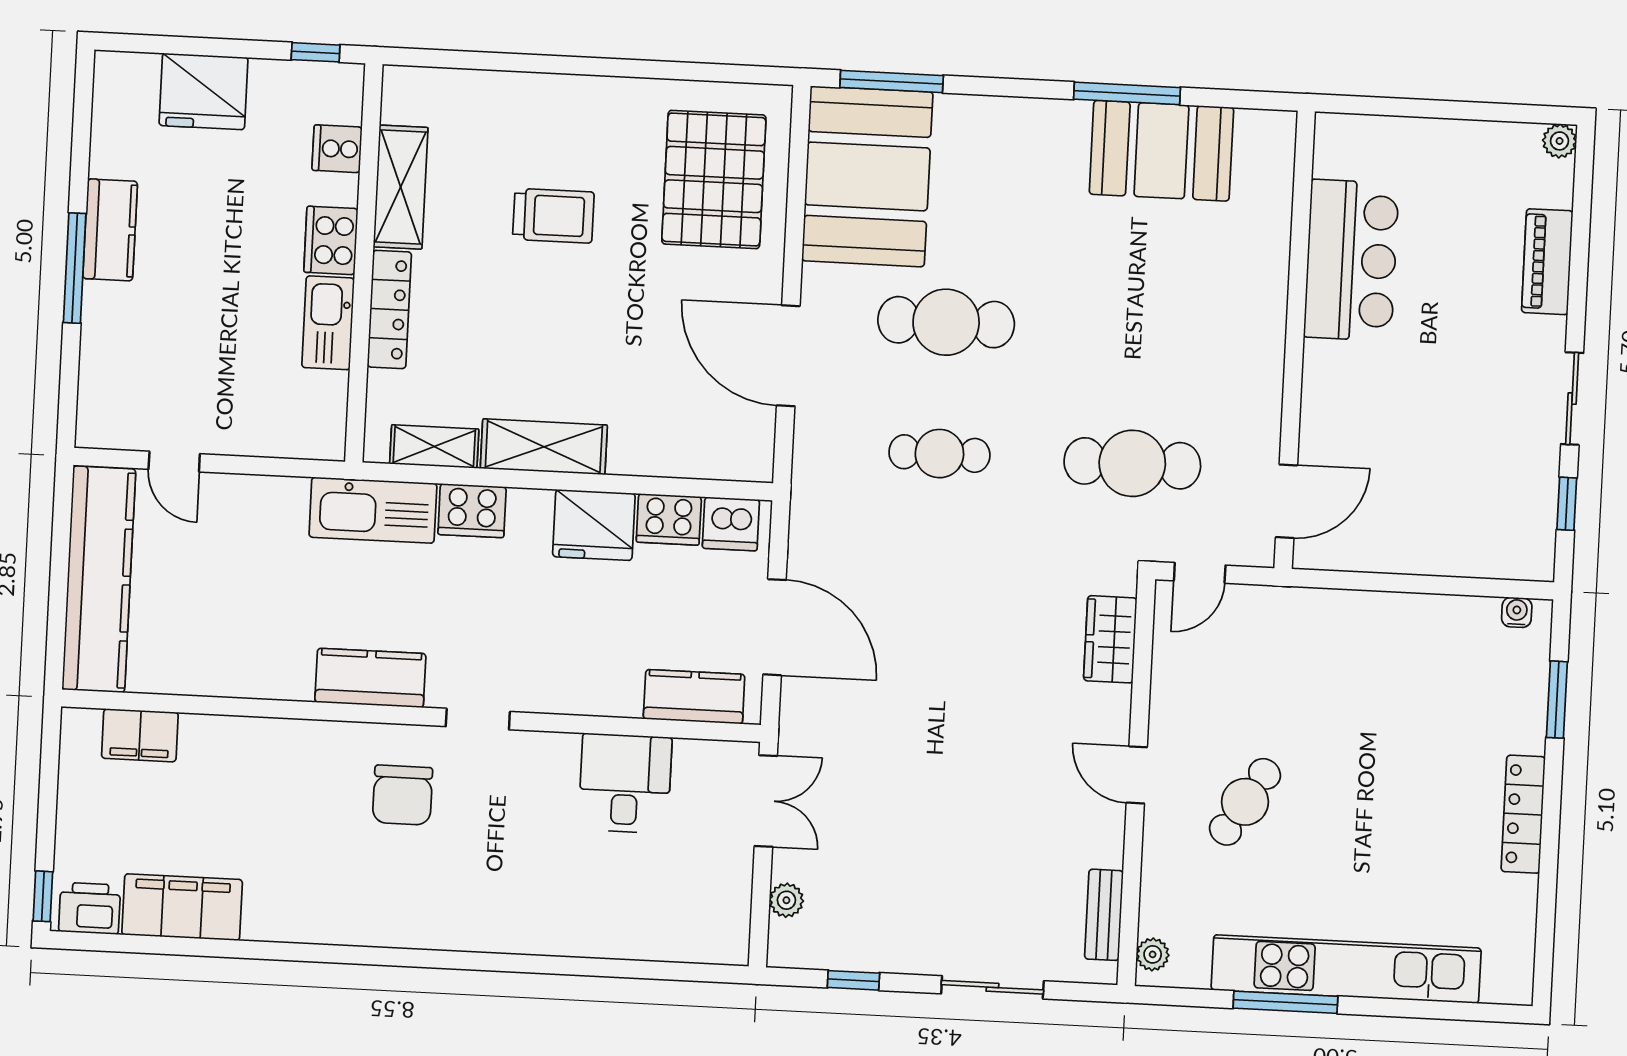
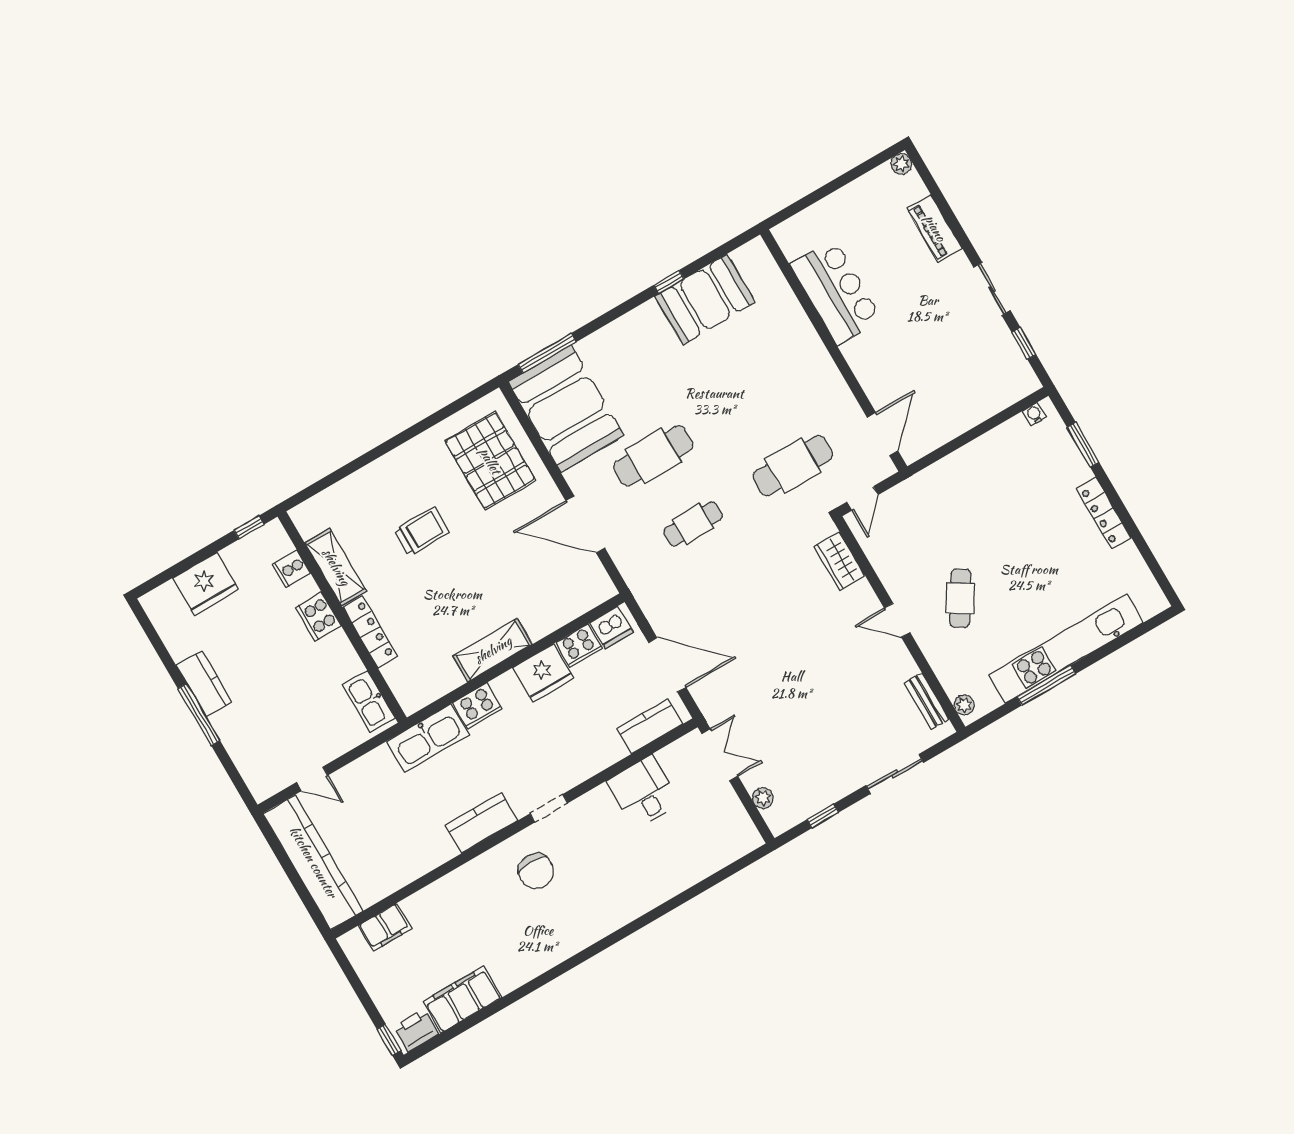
window: (1127, 93) -> (669, 282), width x0.46
kitchen sink: (328, 323) -> (369, 701), moved
shelving: (434, 447) -> (438, 686), removed

